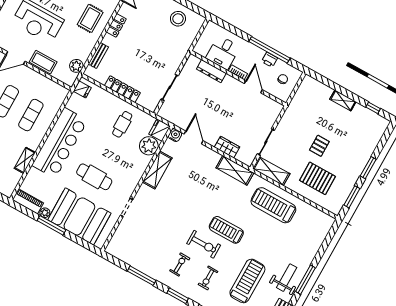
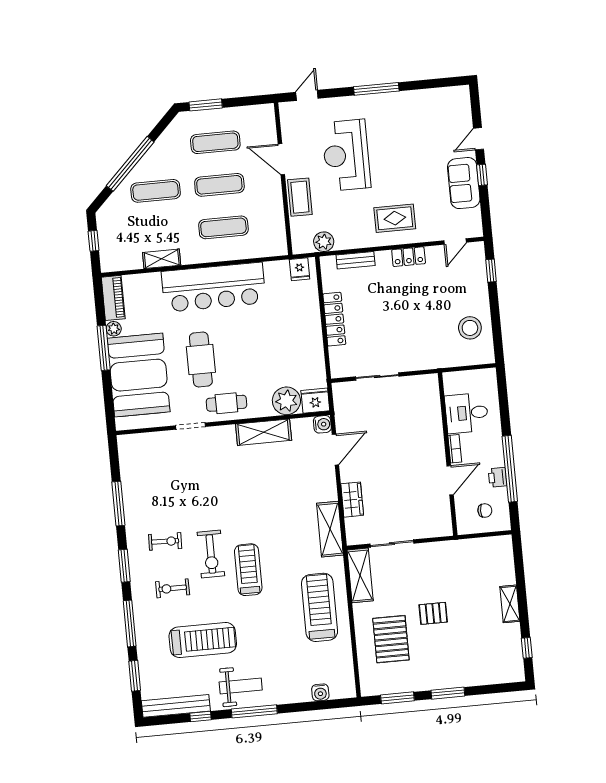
dresser: (211, 71) -> (433, 414), removed
cafe table: (122, 124) -> (226, 403), moved
water cooler: (320, 237) -> (320, 692), added

